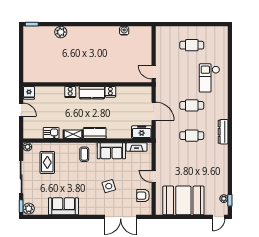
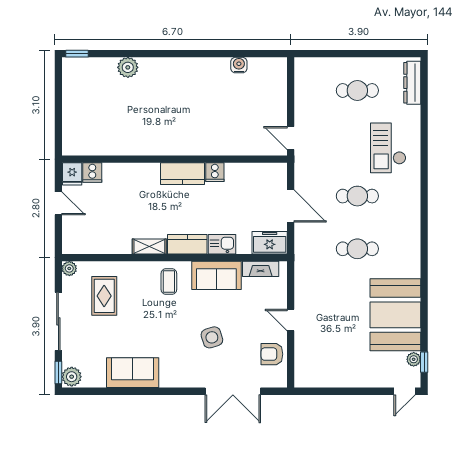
cooker: (70, 92) -> (92, 172), moved
dresser: (223, 132) -> (412, 83), moved
kitchen sink: (51, 133) -> (222, 244), moved
booth: (183, 200) -> (395, 315), moved, turned 90

